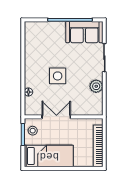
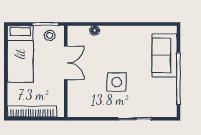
sofa: (84, 32) -> (164, 55), moved
side table: (58, 76) -> (117, 82), moved
plant: (96, 86) -> (101, 109), removed

